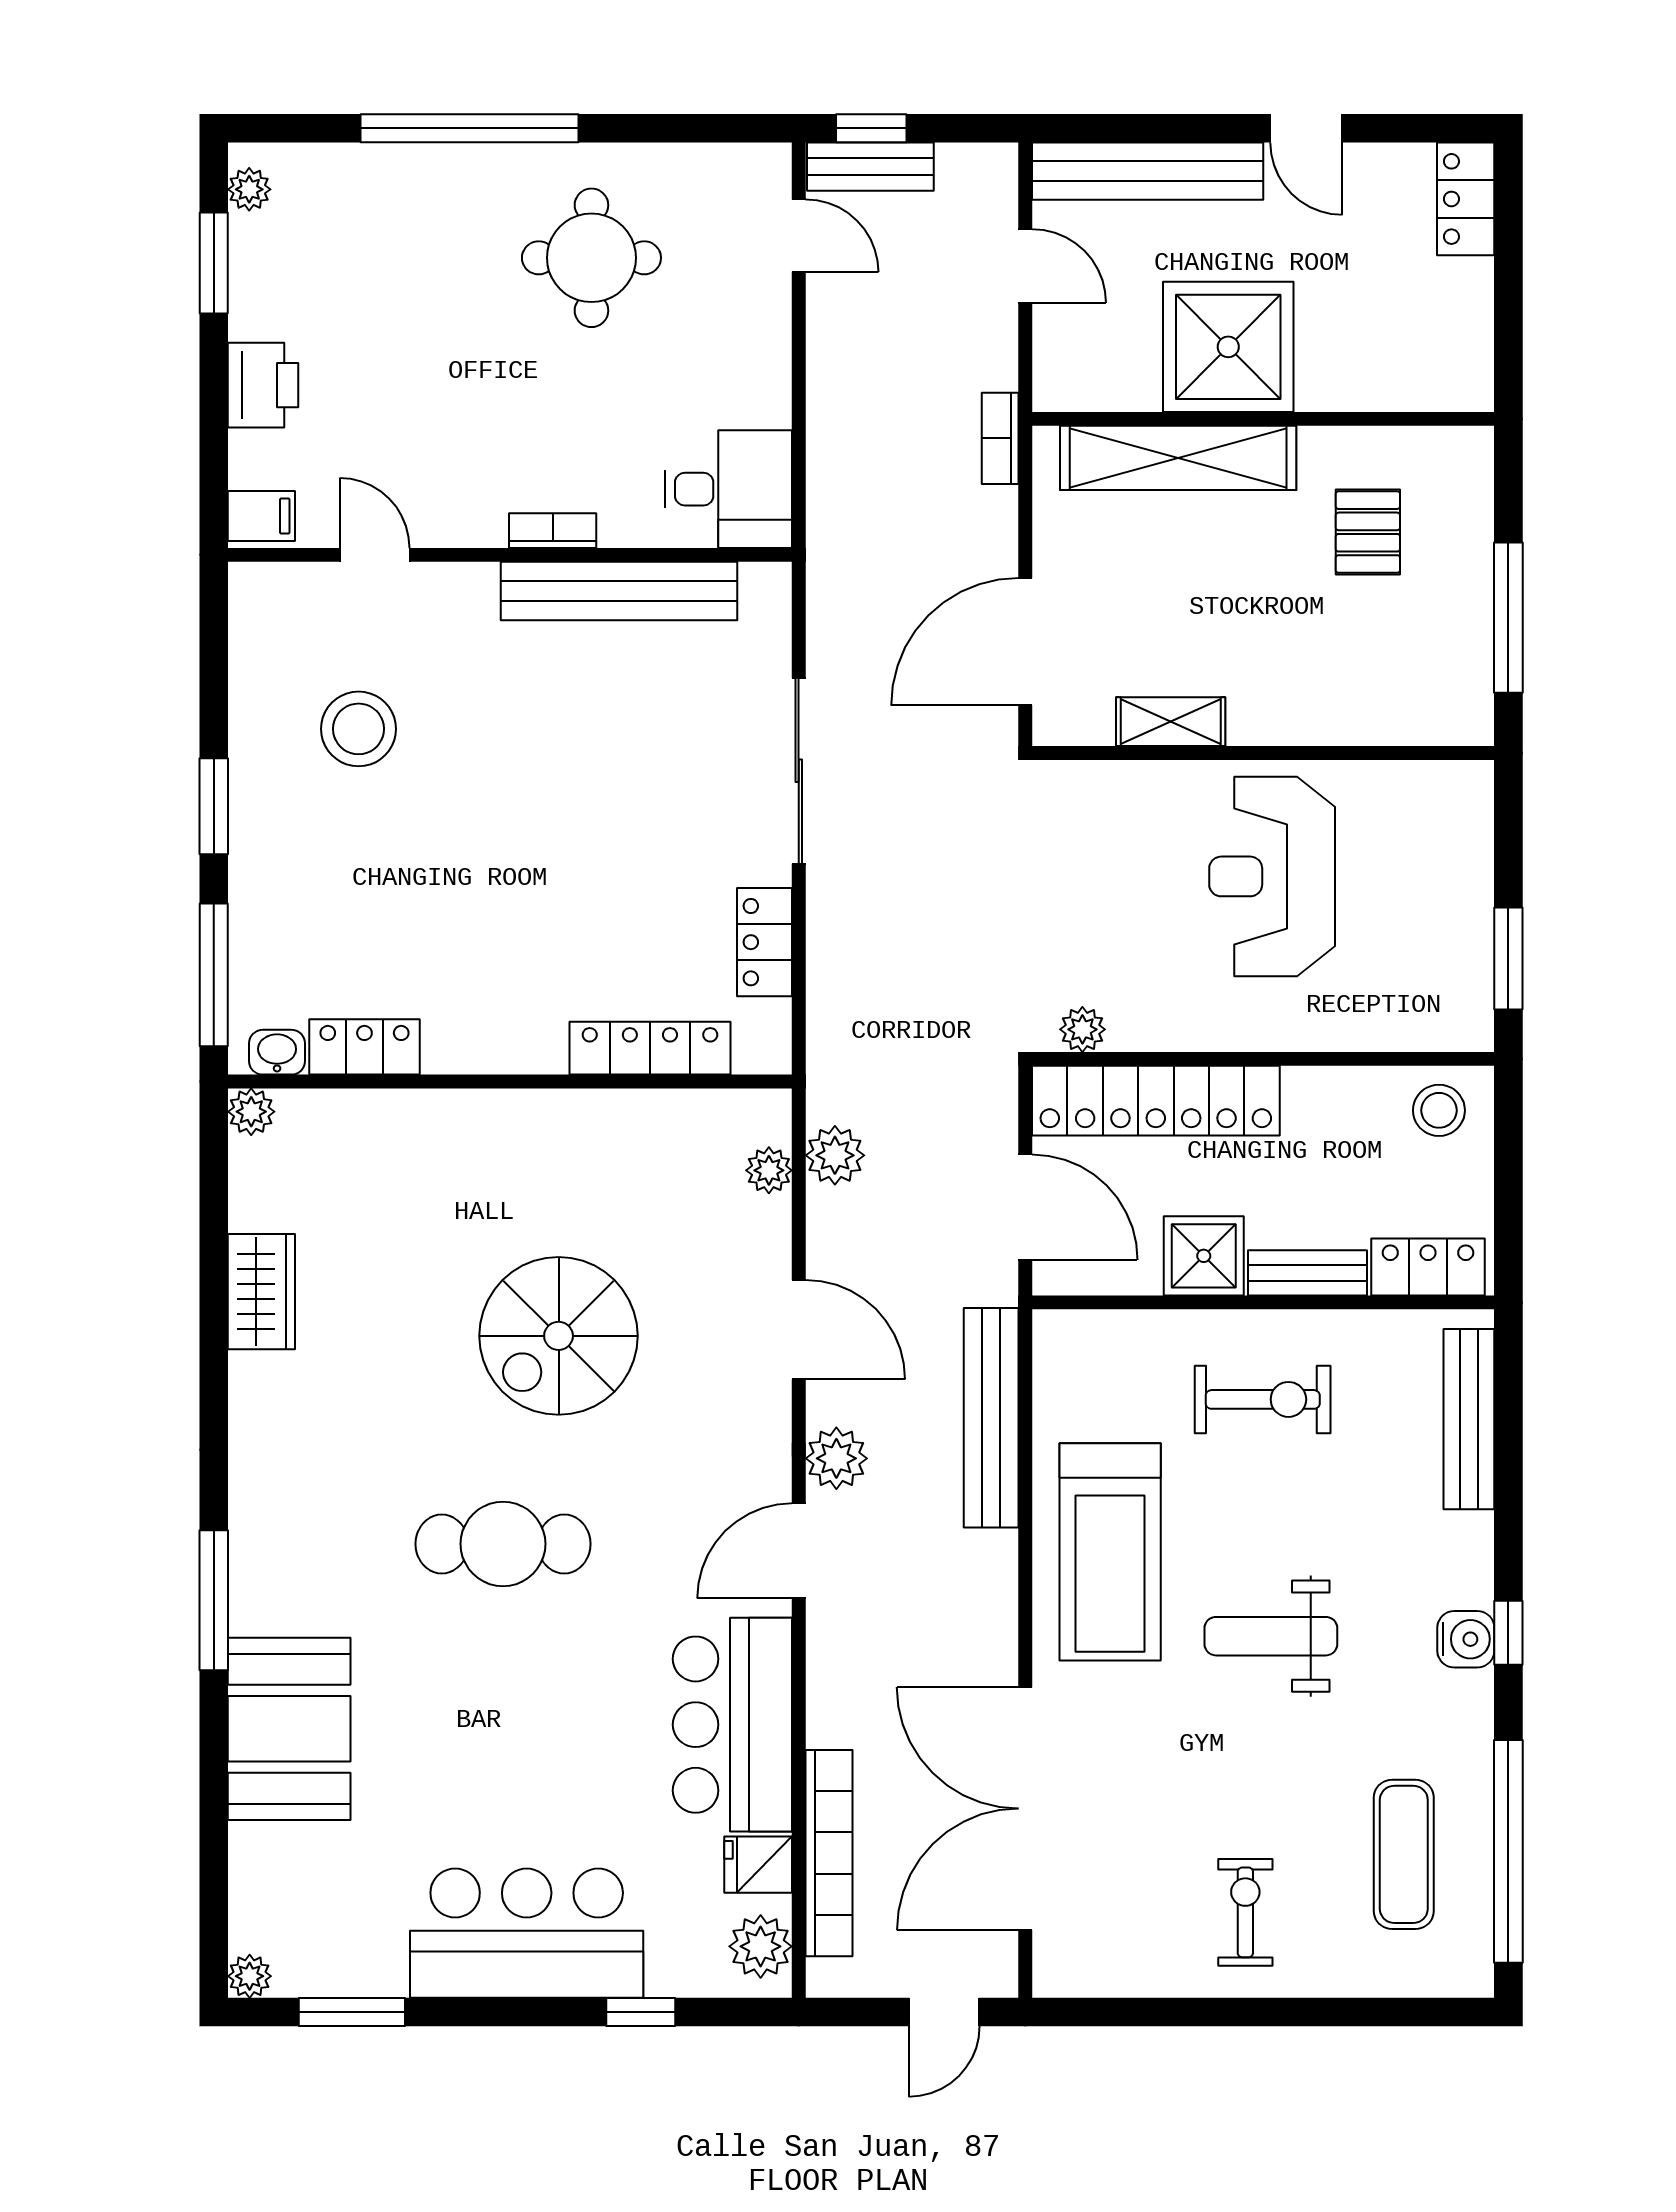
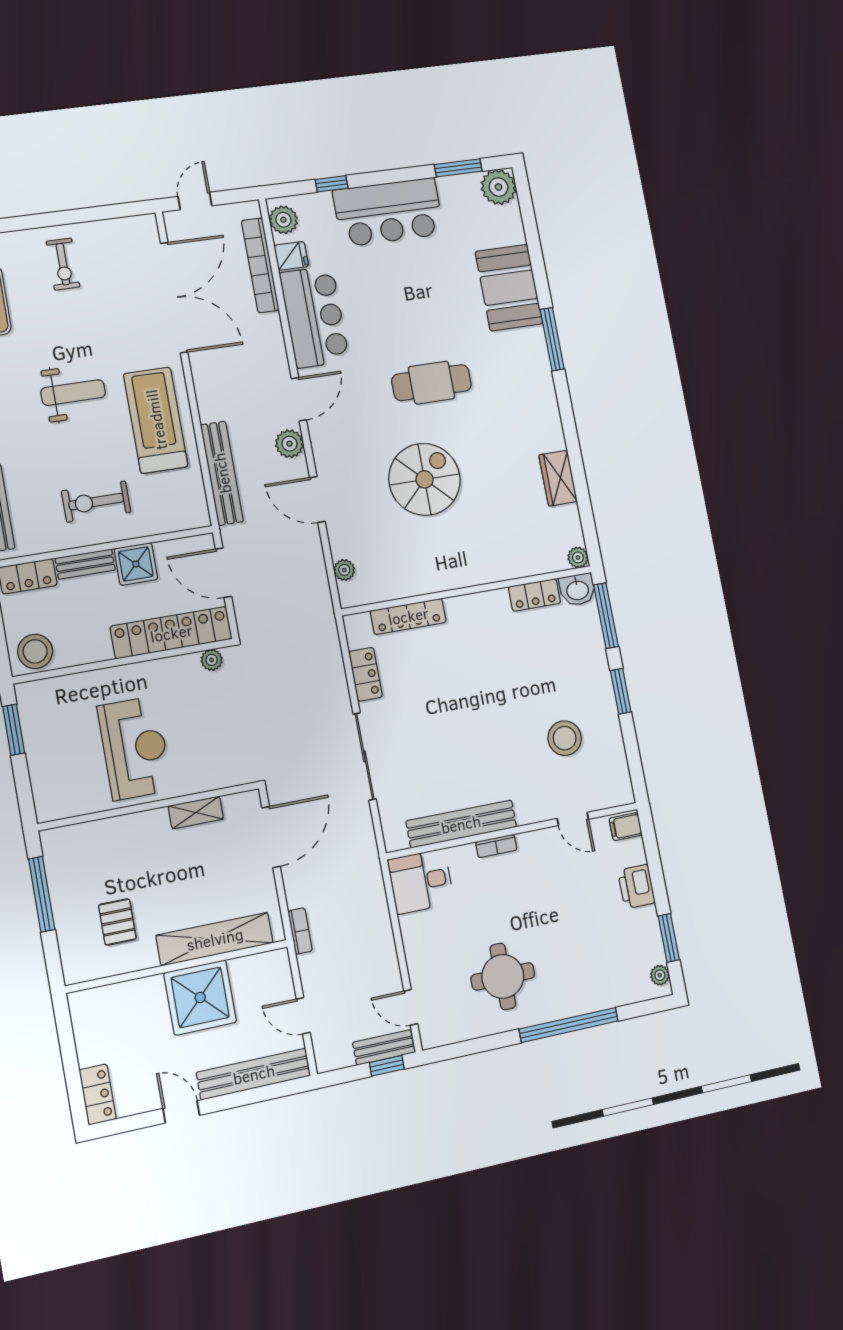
washbasin: (277, 1052) -> (577, 590), width x1.38, depth x1.45
stool: (1439, 1110) -> (35, 651), width x1.38, depth x1.38
plant: (835, 1155) -> (315, 582), removed
plant: (250, 1976) -> (499, 187), width x1.88, depth x1.88

